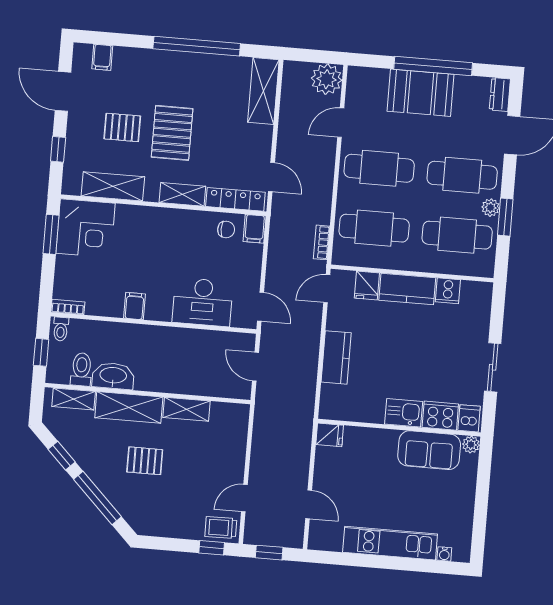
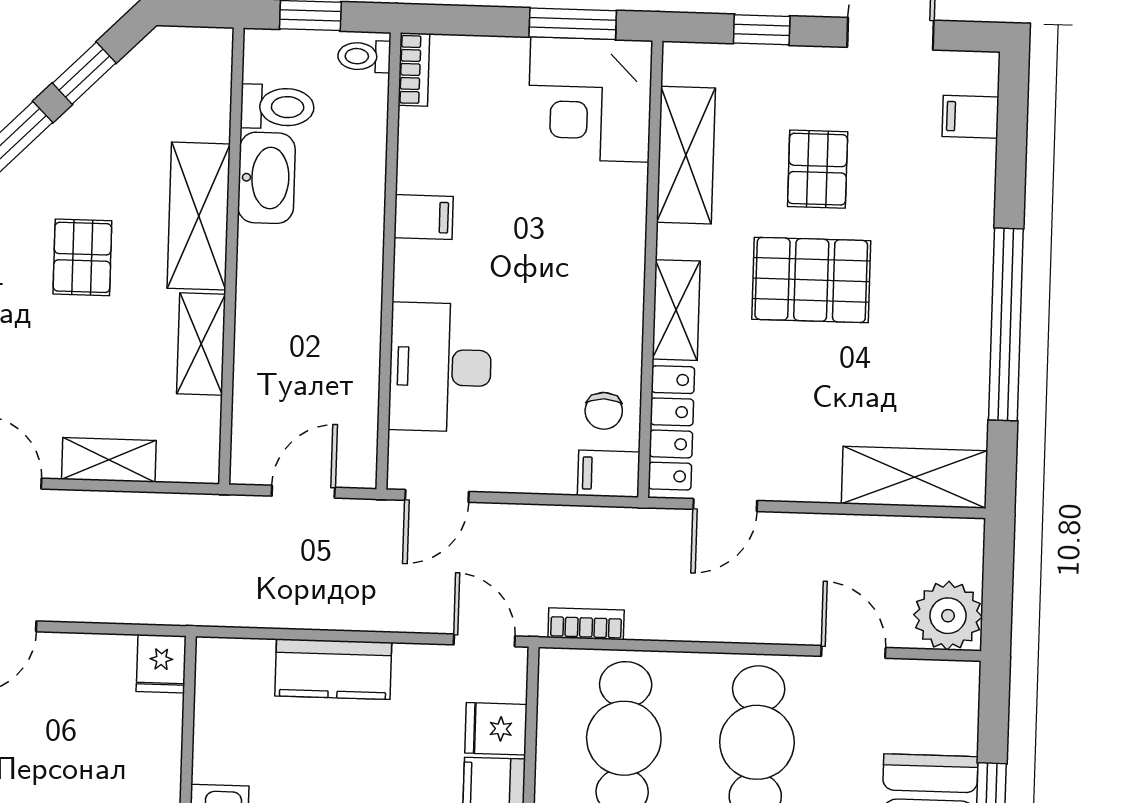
shelving: (74, 399) -> (109, 460), moved, turned 90

